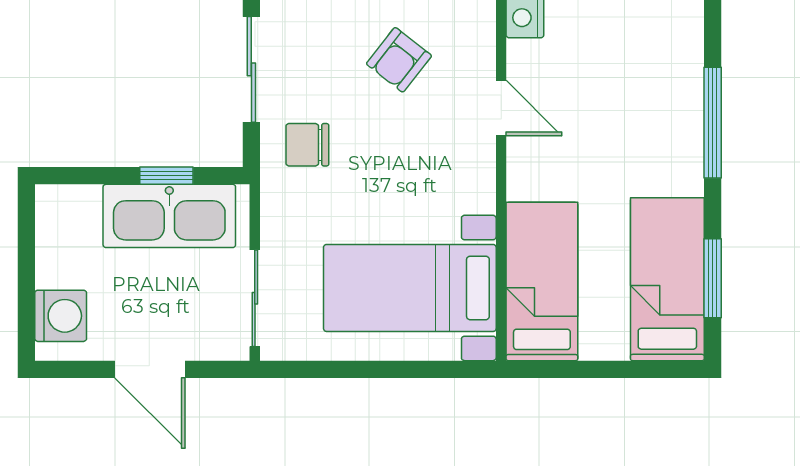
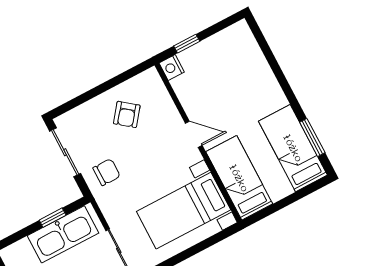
door: (501, 108) -> (194, 134), moved
window: (713, 123) -> (277, 70), removed
chair: (307, 145) -> (107, 172), turned 180

